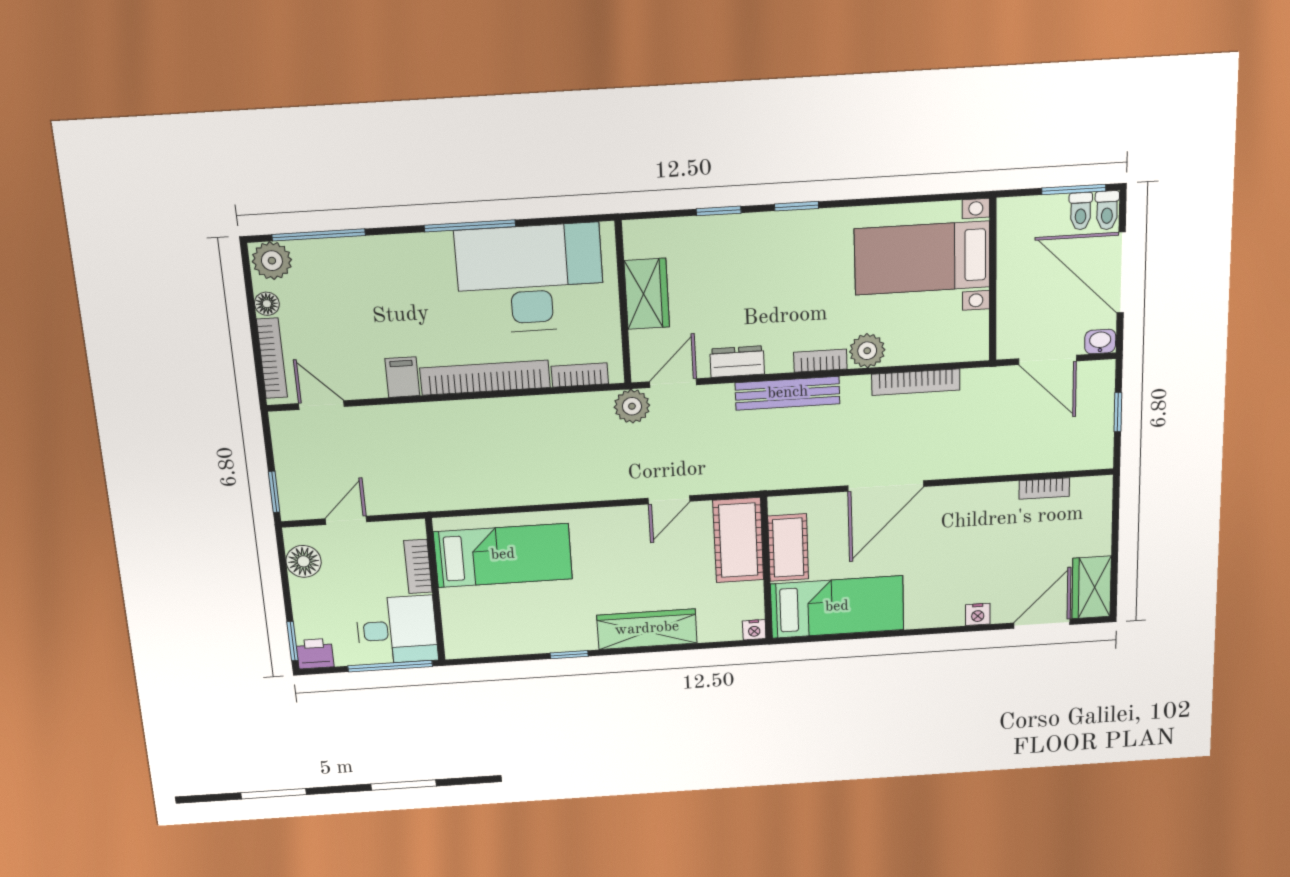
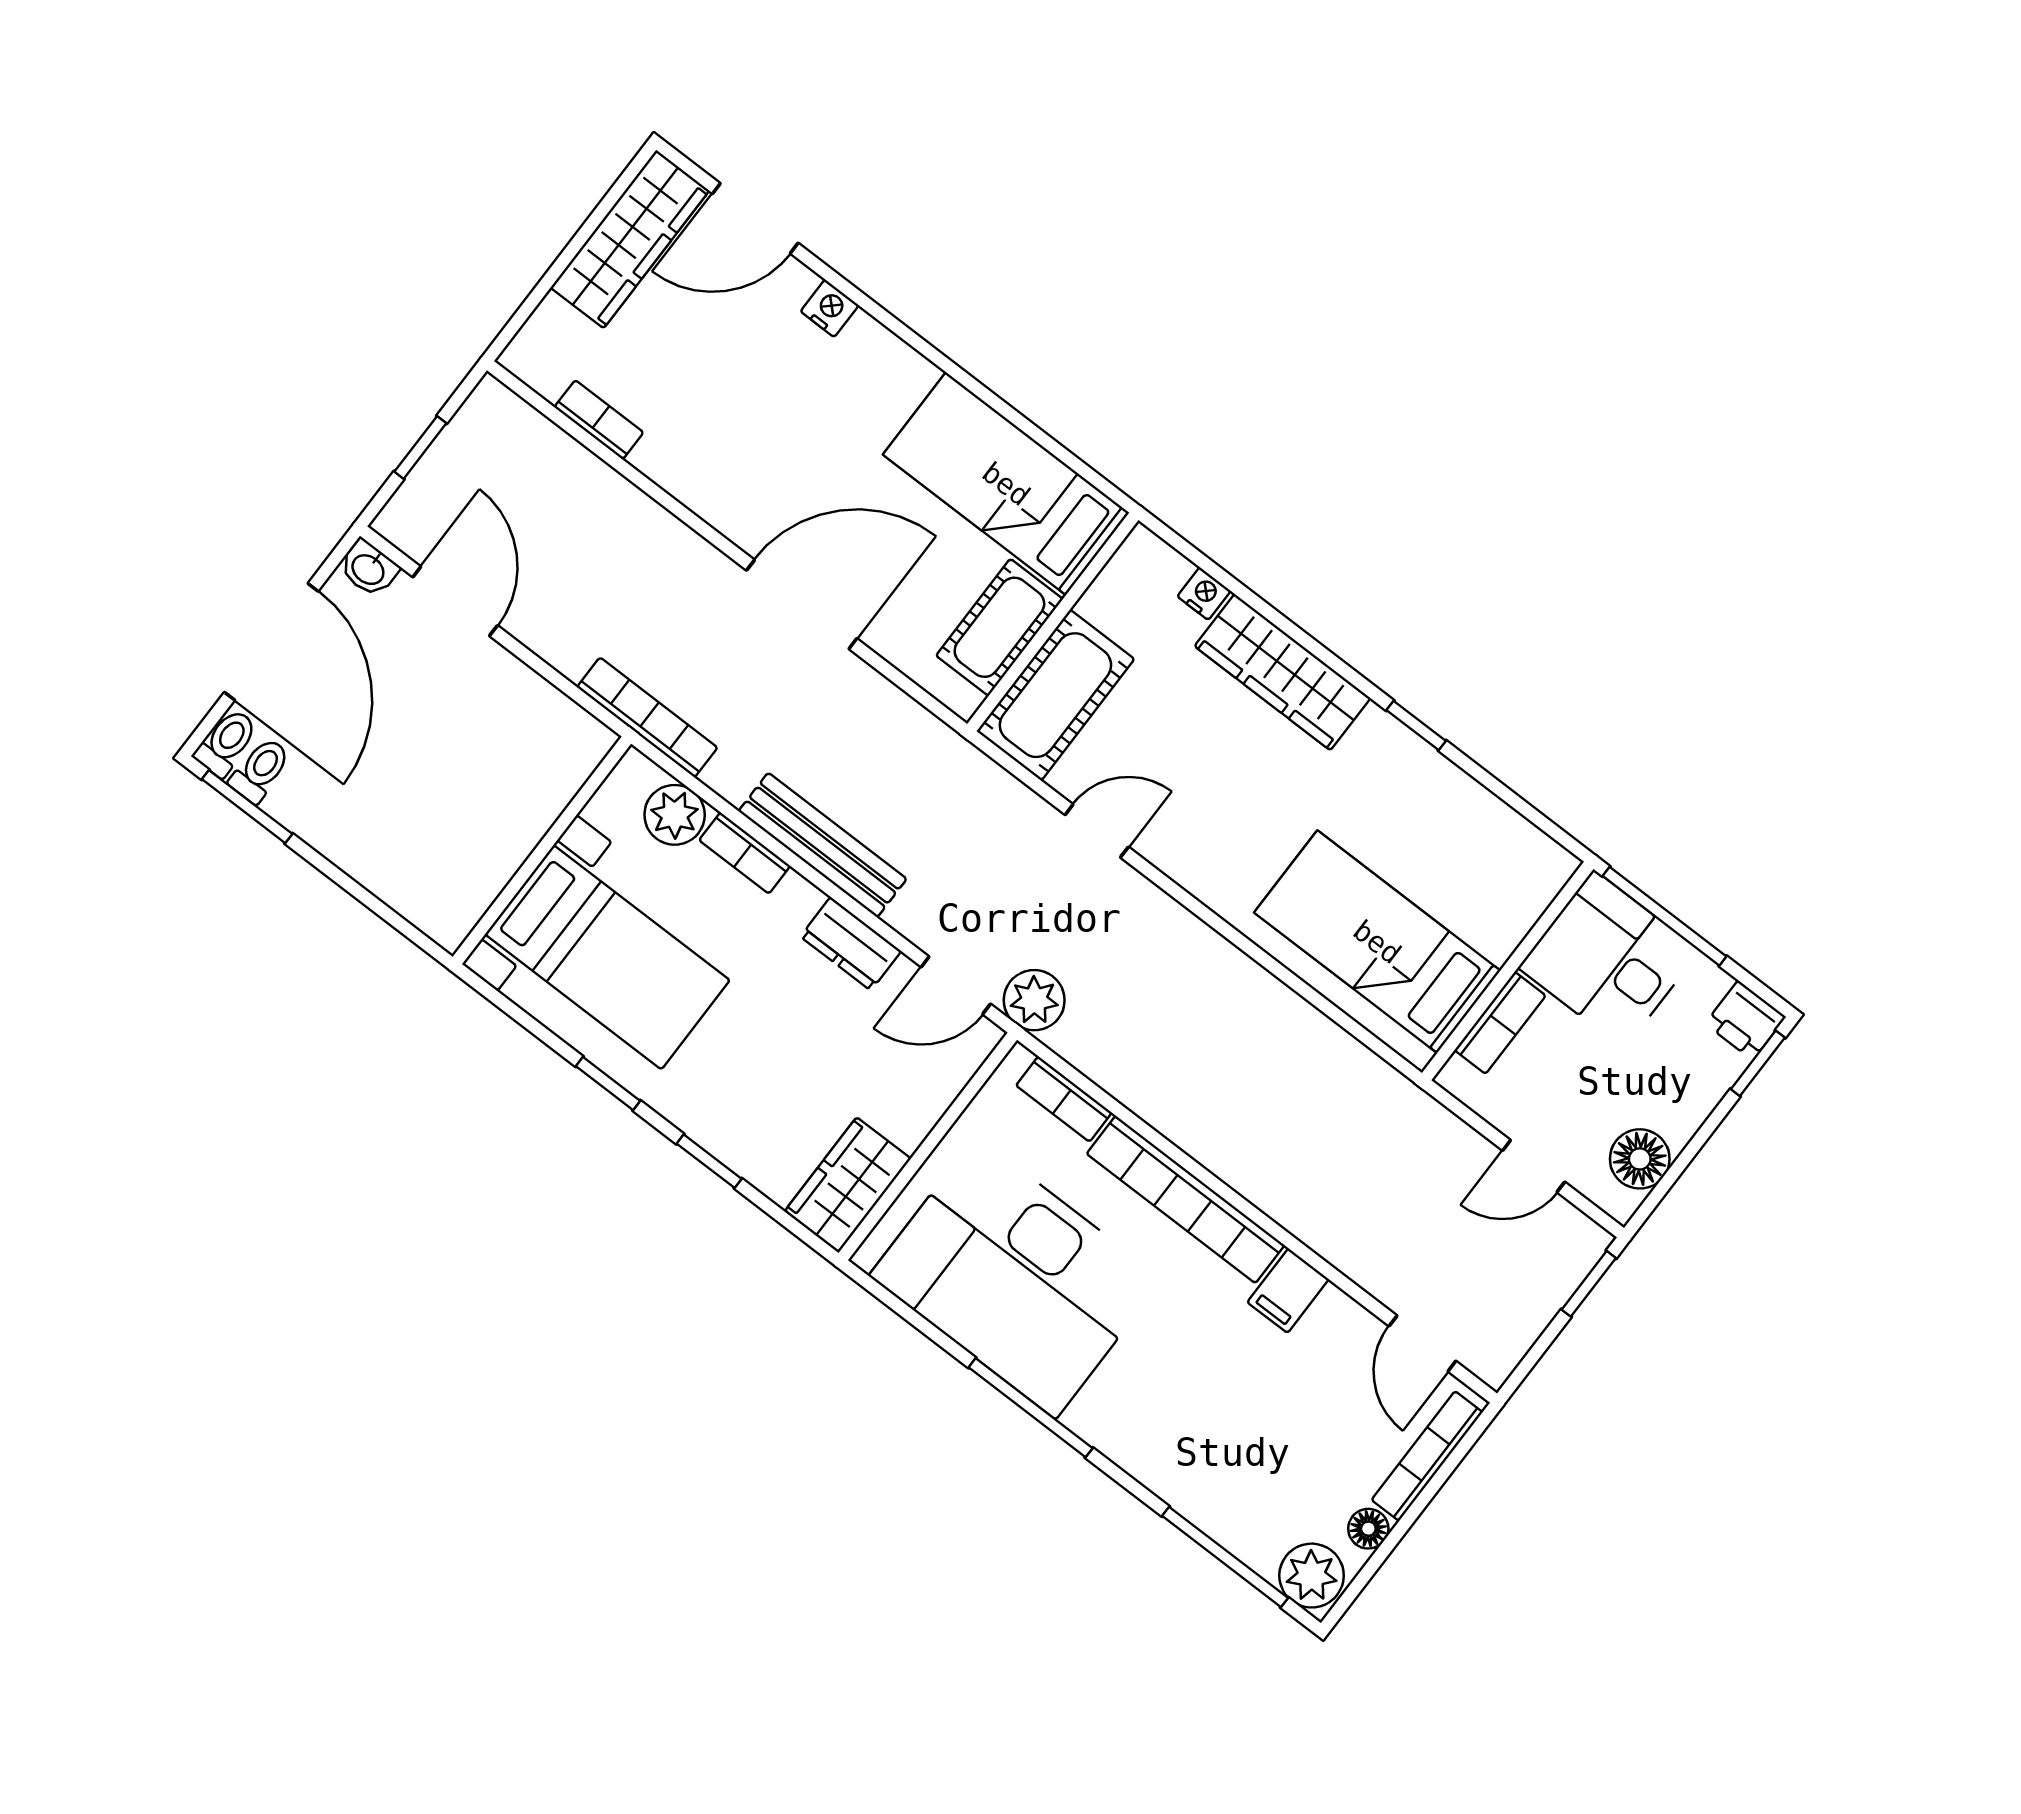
bed with nightstands: (922, 258) -> (607, 957), moved
wall: (993, 280) -> (542, 850), moved
wardrobe: (647, 294) -> (848, 1185), moved
wardrobe: (1092, 587) -> (630, 239), width x1.50
nightstand: (754, 630) -> (1204, 594), moved

